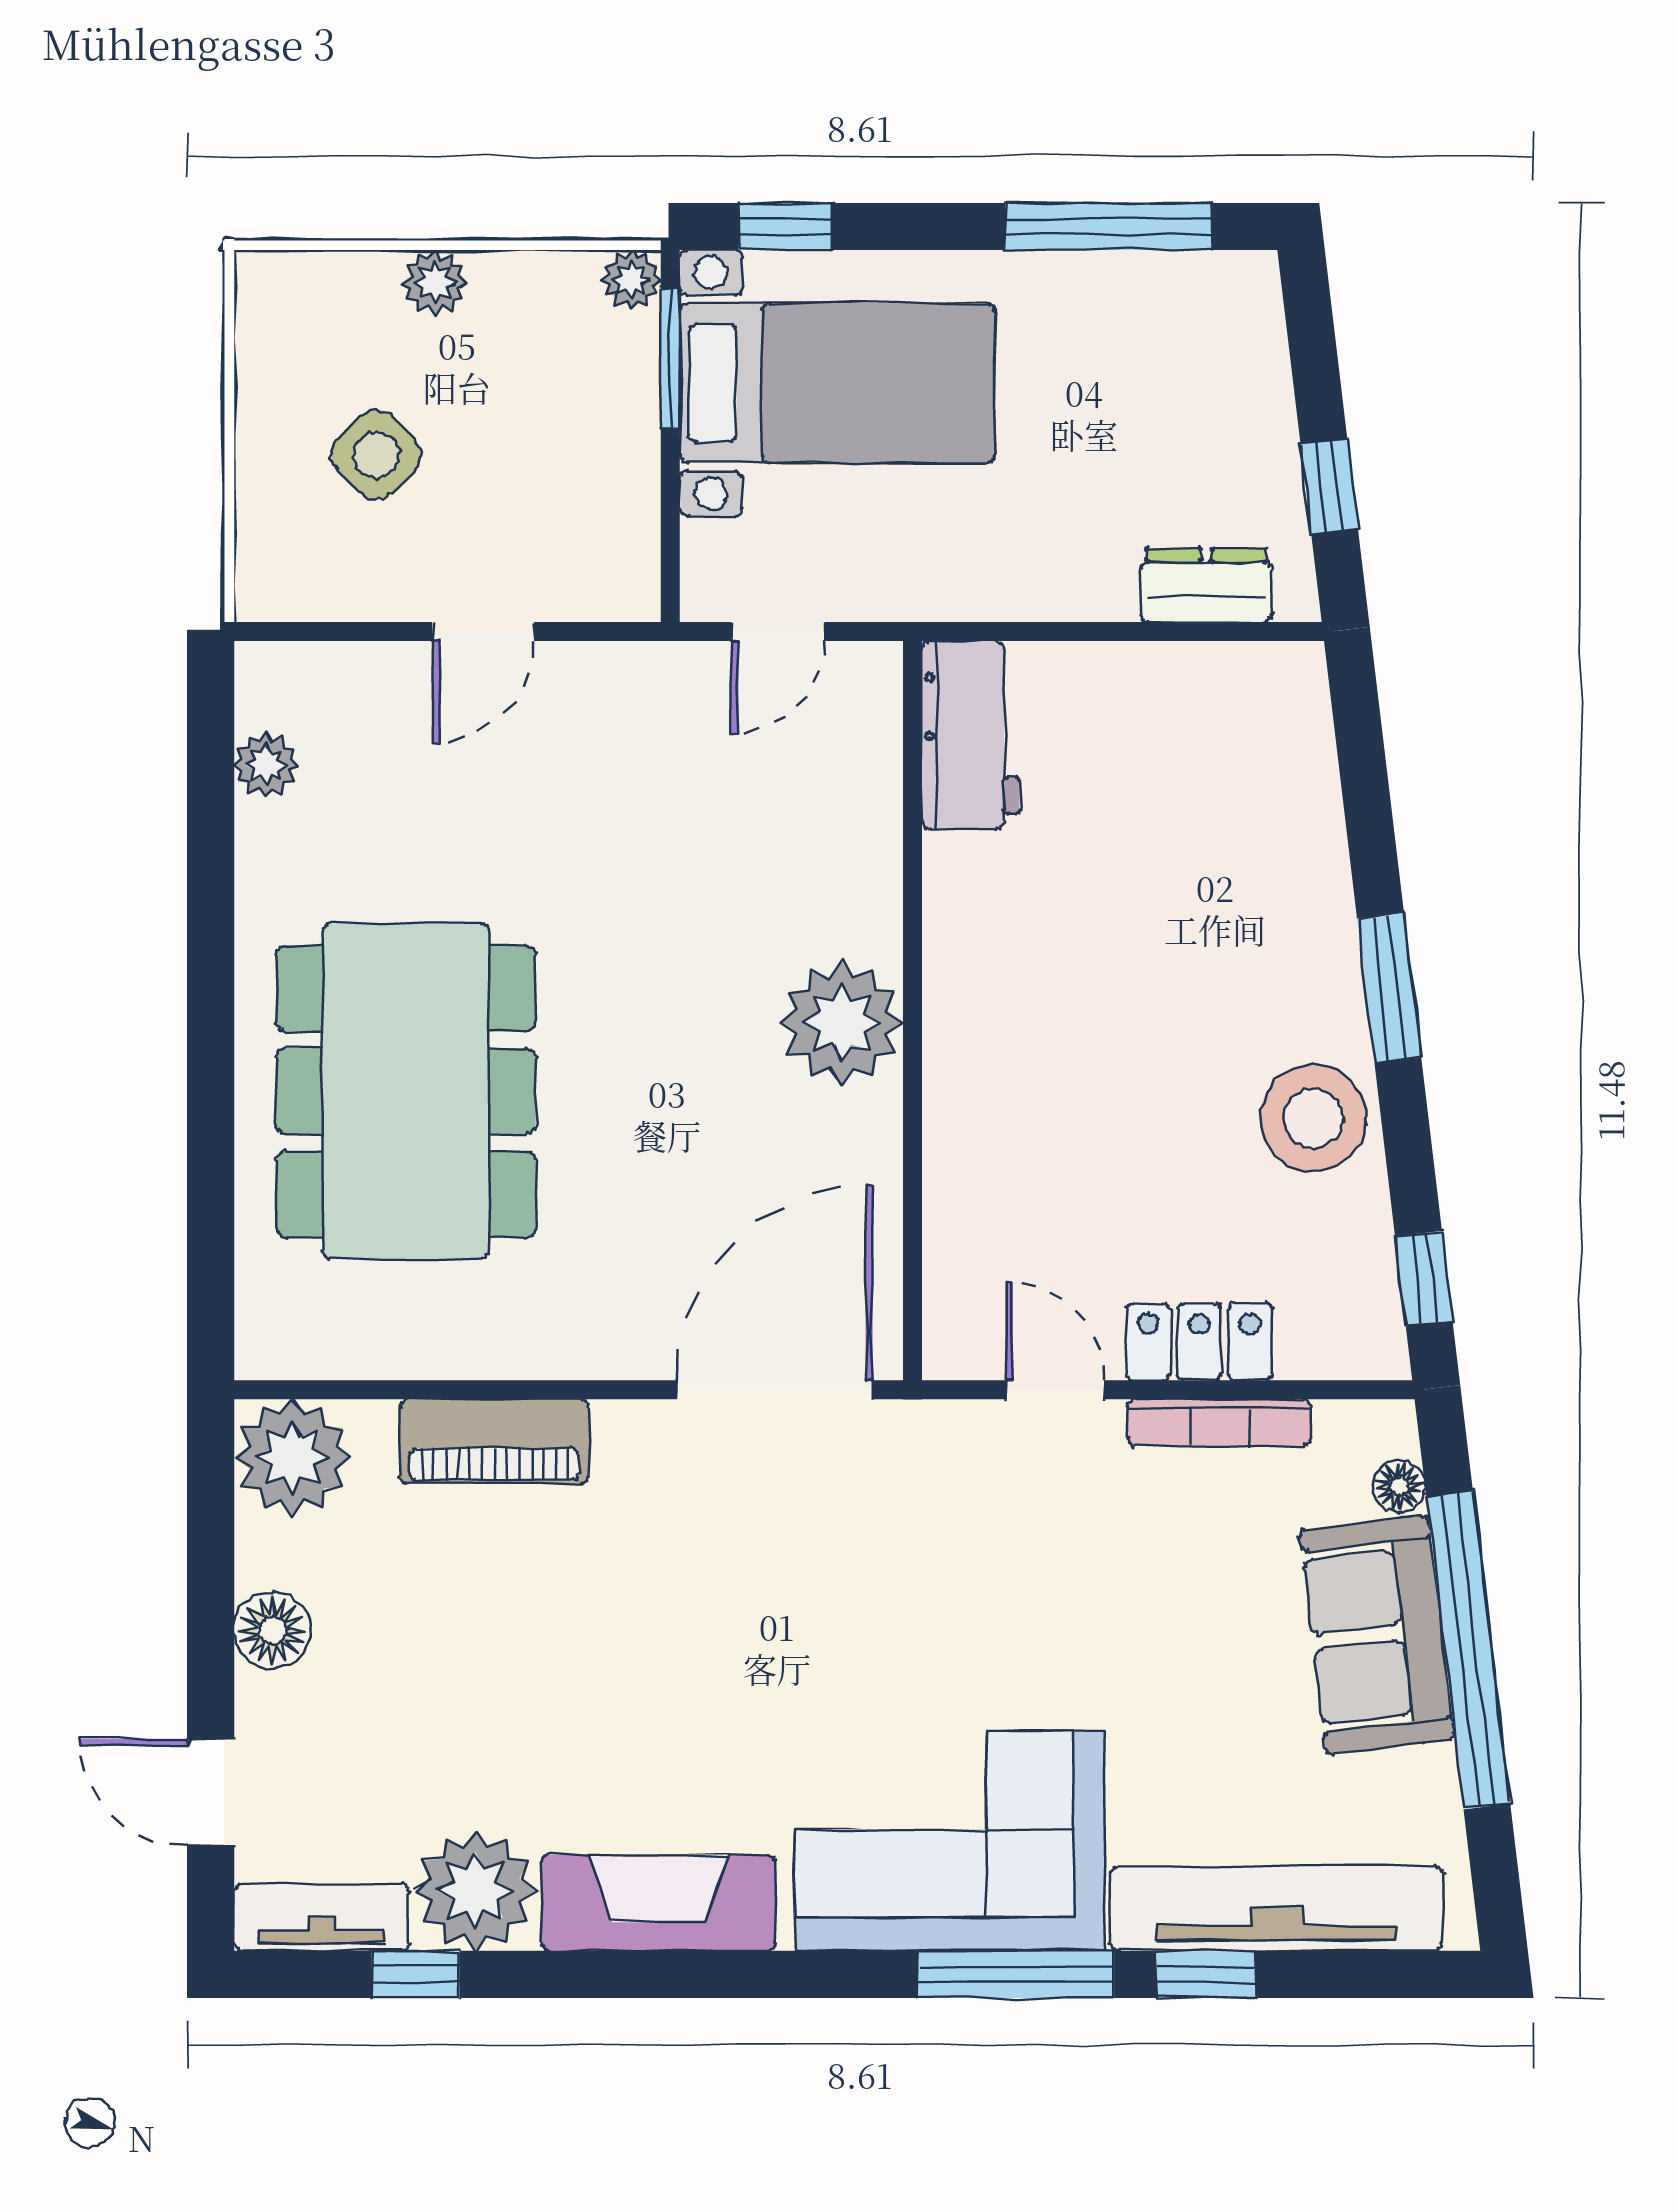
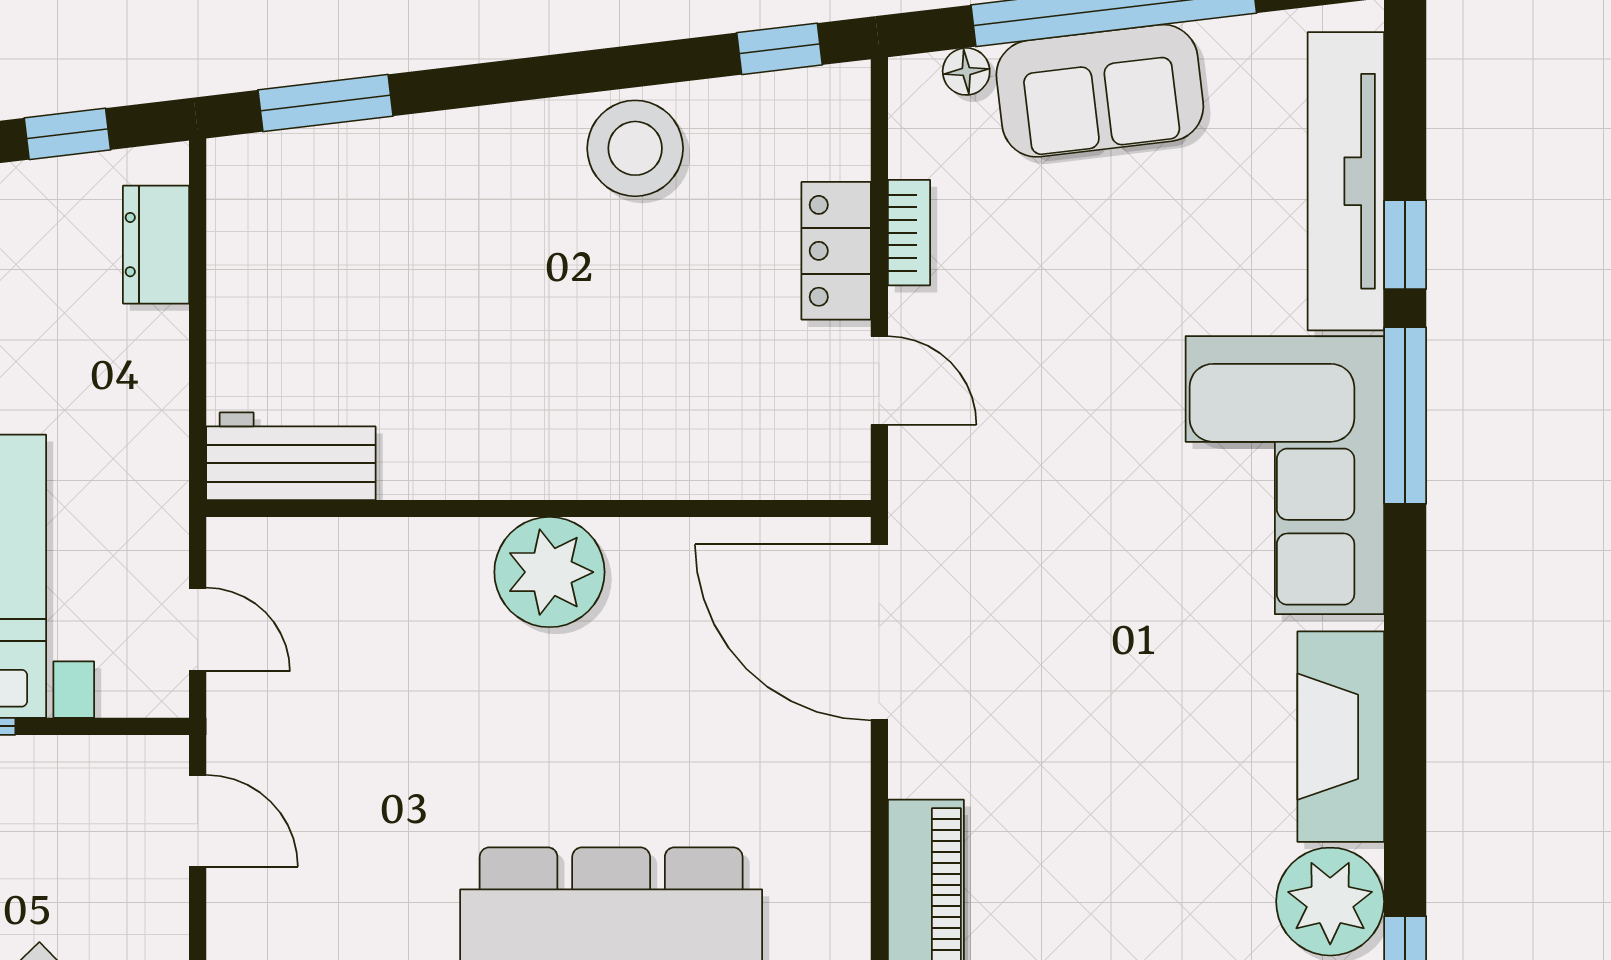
door: (483, 631) -> (198, 821), moved
window: (1389, 988) -> (325, 103), moved
door: (1055, 1390) -> (879, 381), swing flipped
bookcase: (1219, 1423) -> (909, 233), width x0.64

